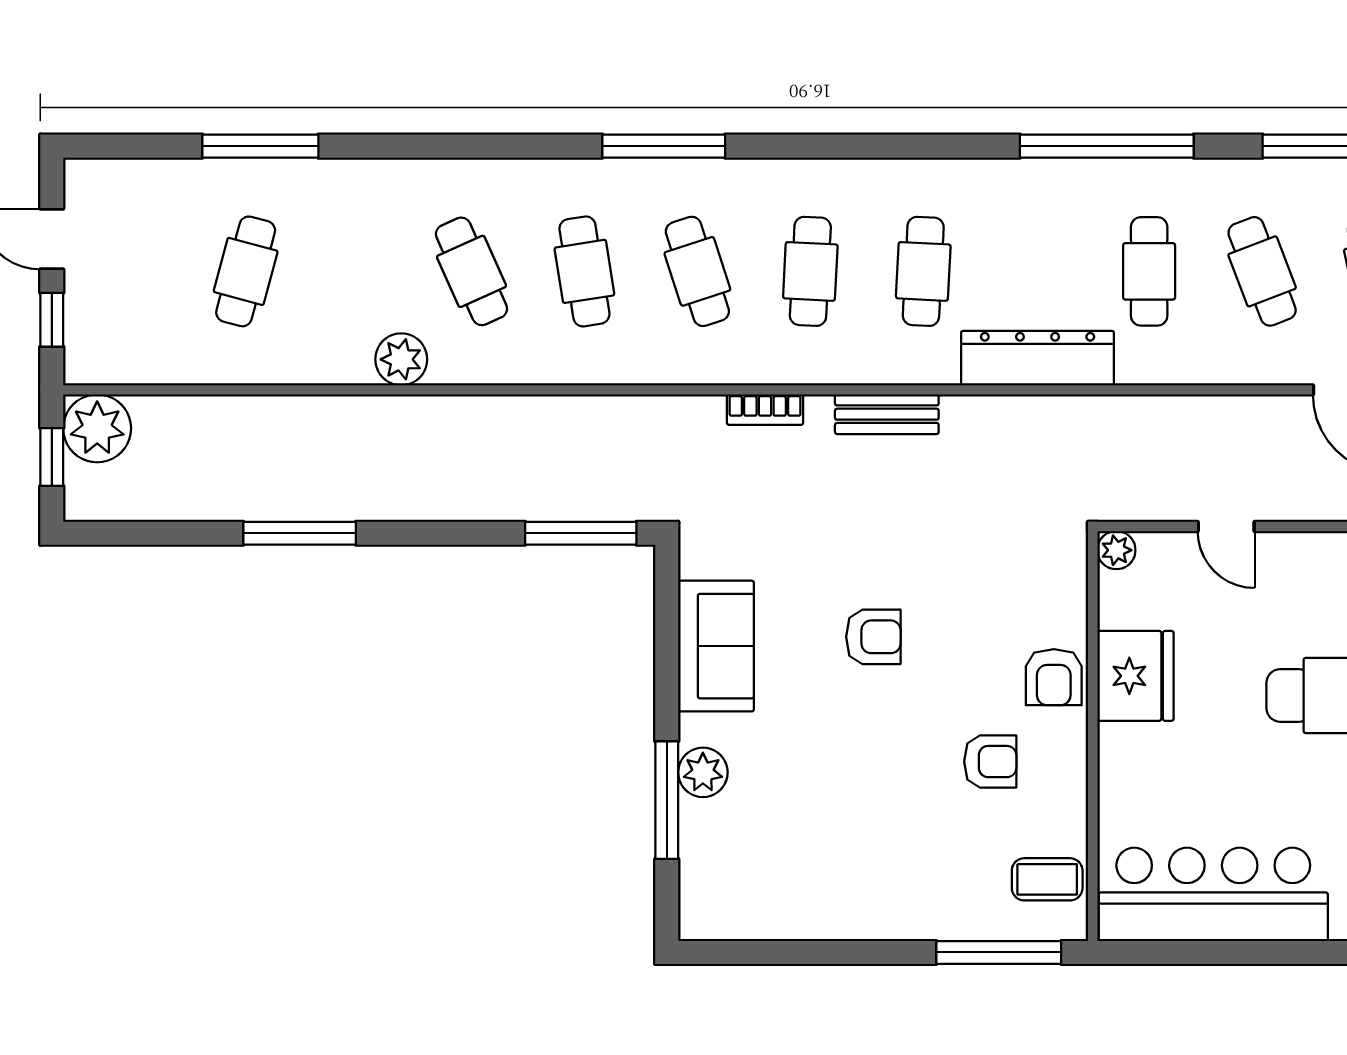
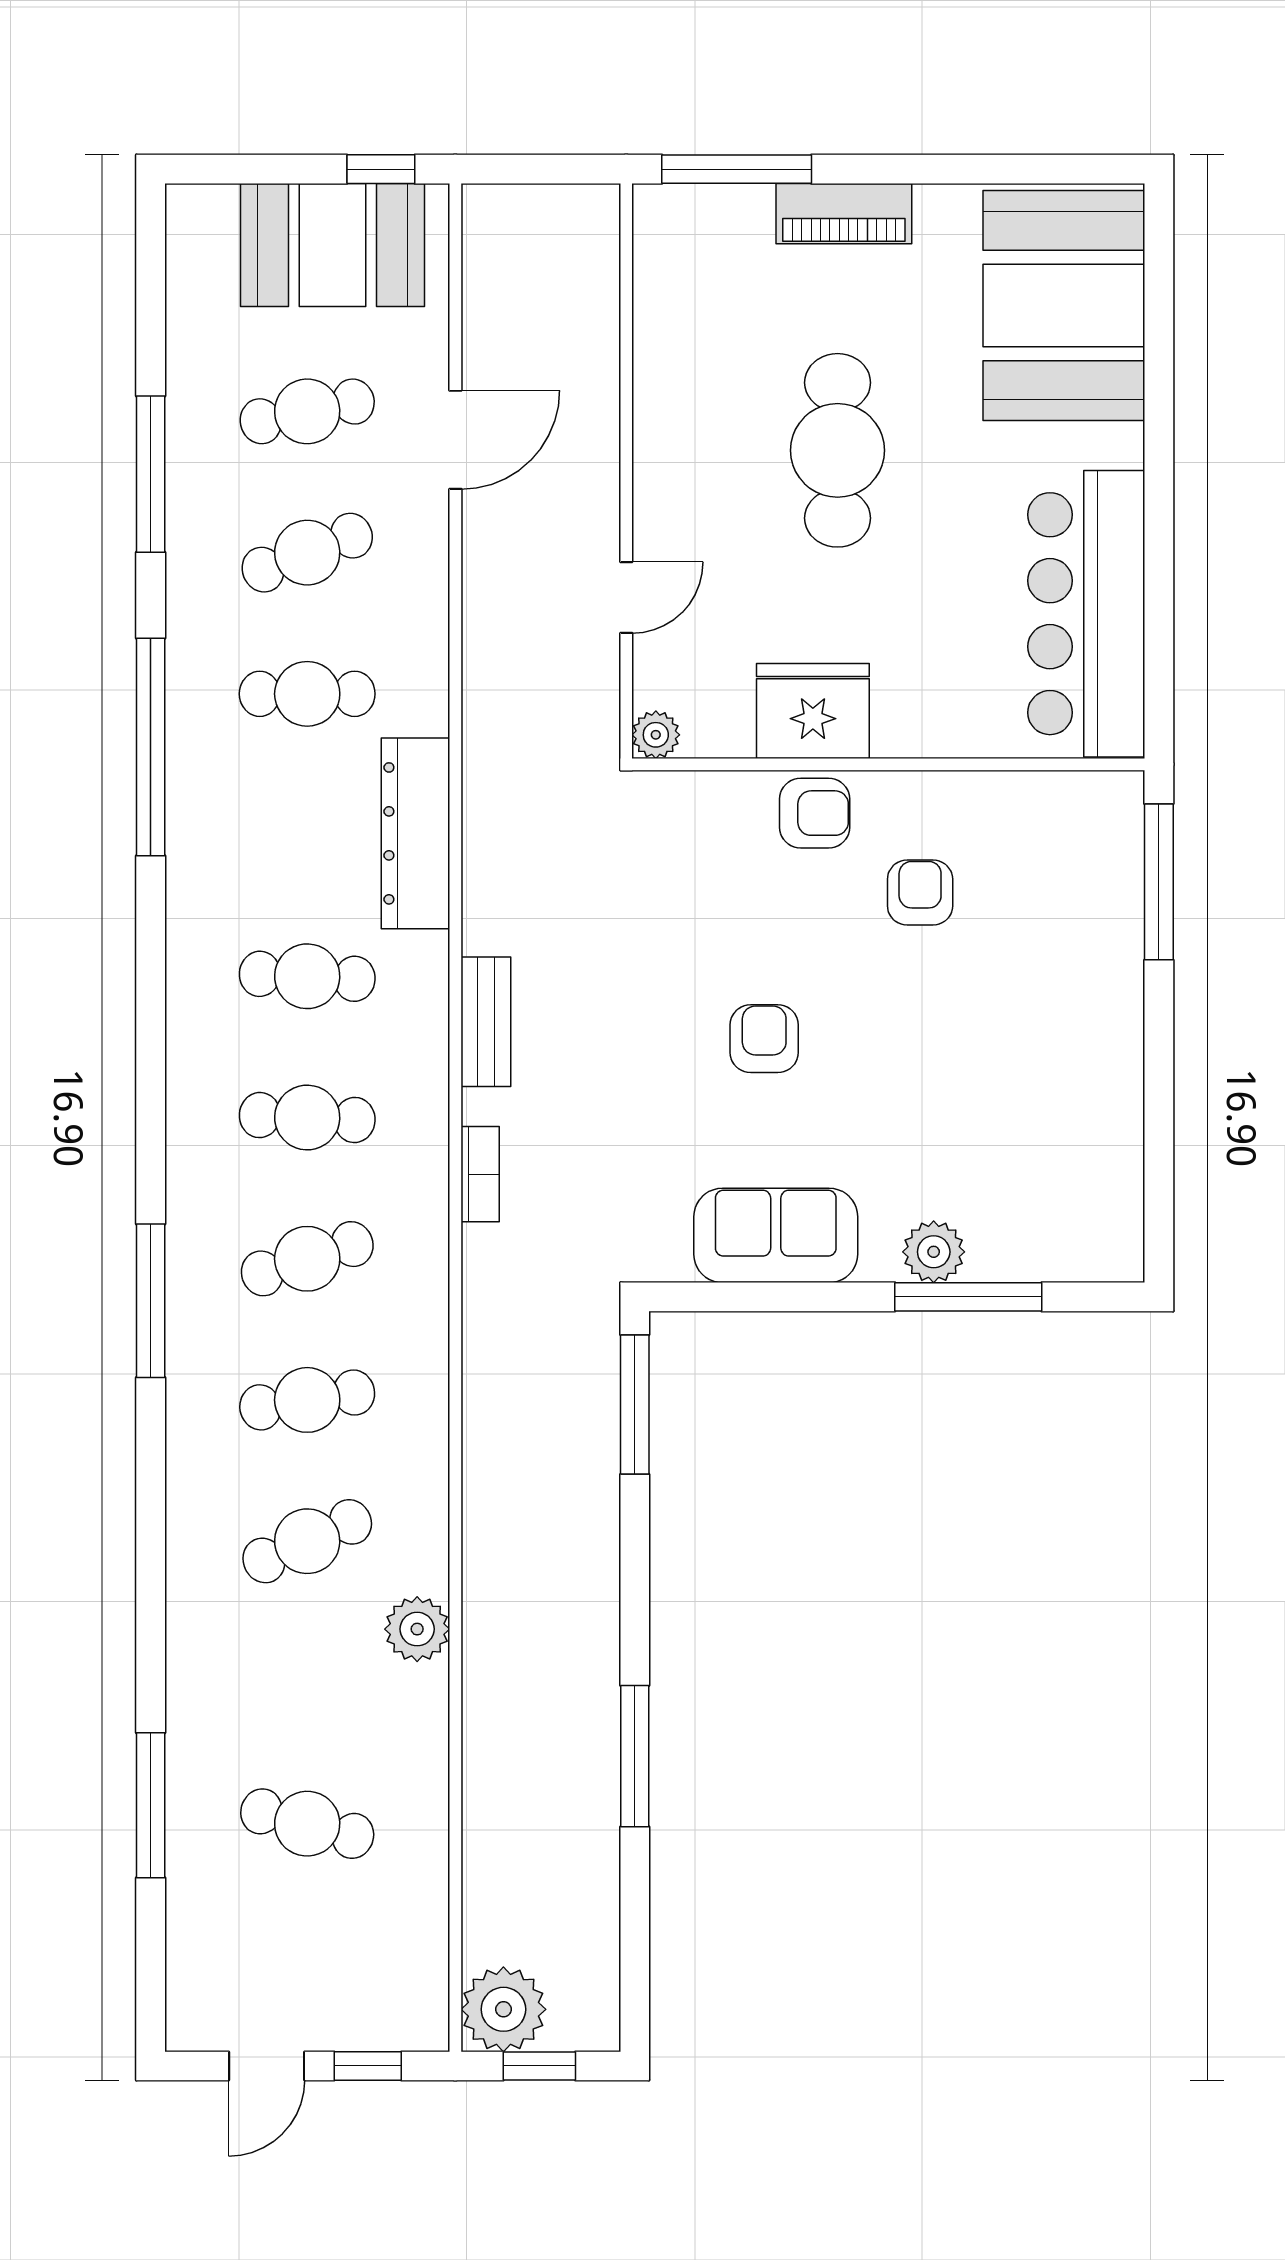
coffee table: (1047, 879) -> (1067, 821), removed

